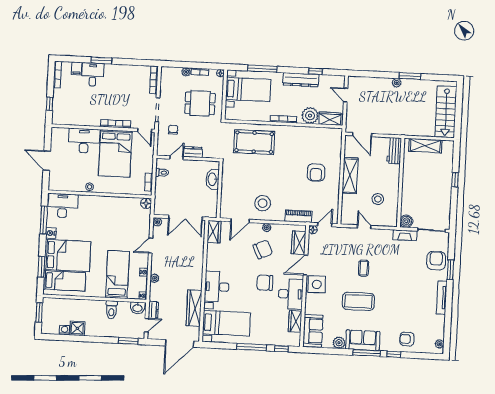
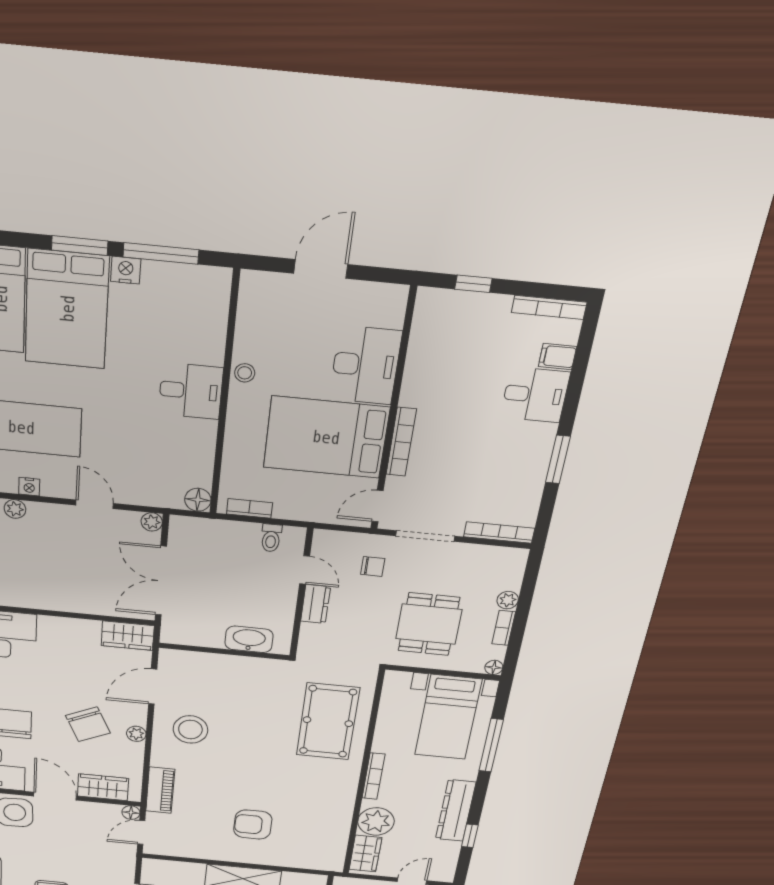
window: (101, 60) -> (558, 459), moved
desk: (62, 206) -> (191, 391), moved, width x0.73
door: (240, 220) -> (153, 687), hinge flipped
door: (325, 225) -> (141, 832), swing flipped
window: (41, 267) -> (80, 245), moved

